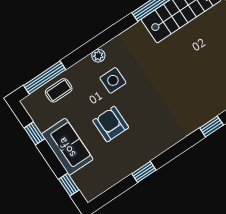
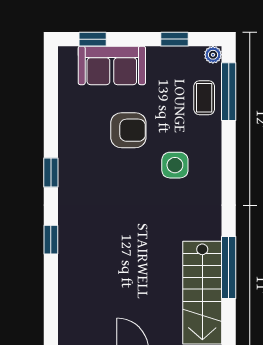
plant: (98, 56) -> (213, 55), moved
sofa: (67, 147) -> (112, 65), moved
window: (144, 172) -> (51, 173), moved

